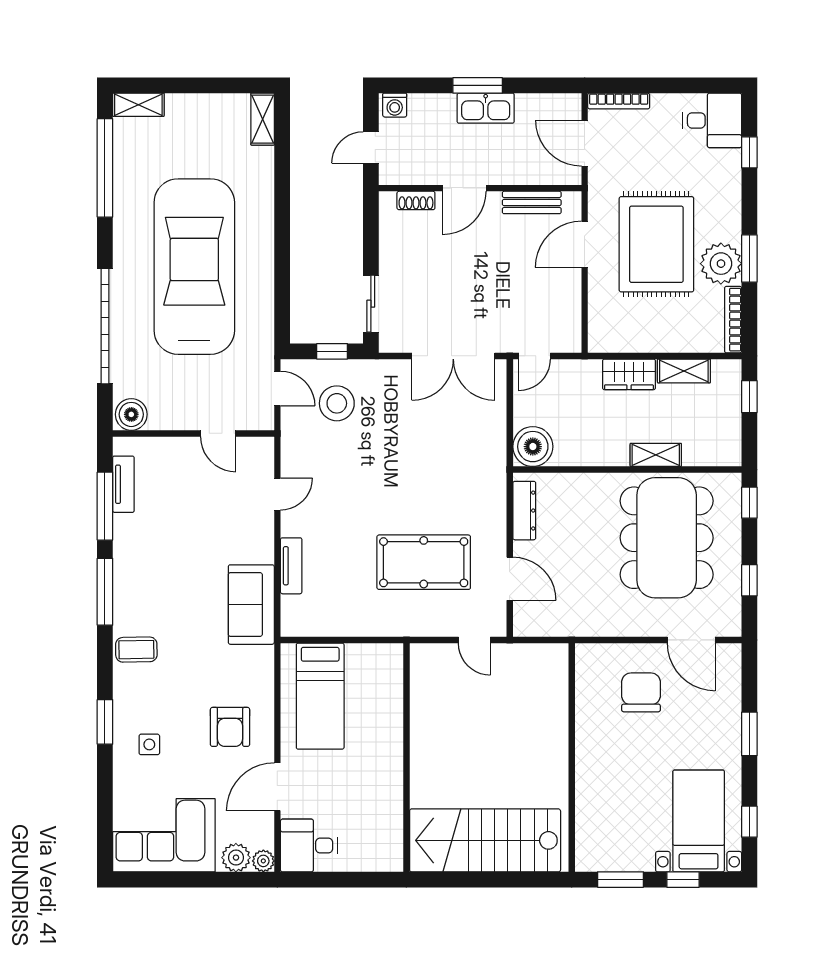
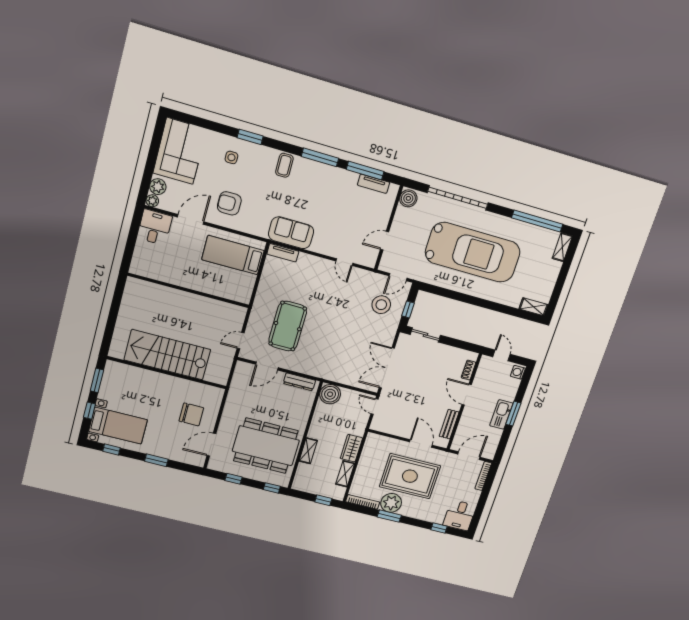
tv unit: (291, 566) -> (283, 253), moved
door: (277, 787) -> (191, 219), hinge flipped
stairs: (485, 840) -> (167, 355), moved, turned -90

